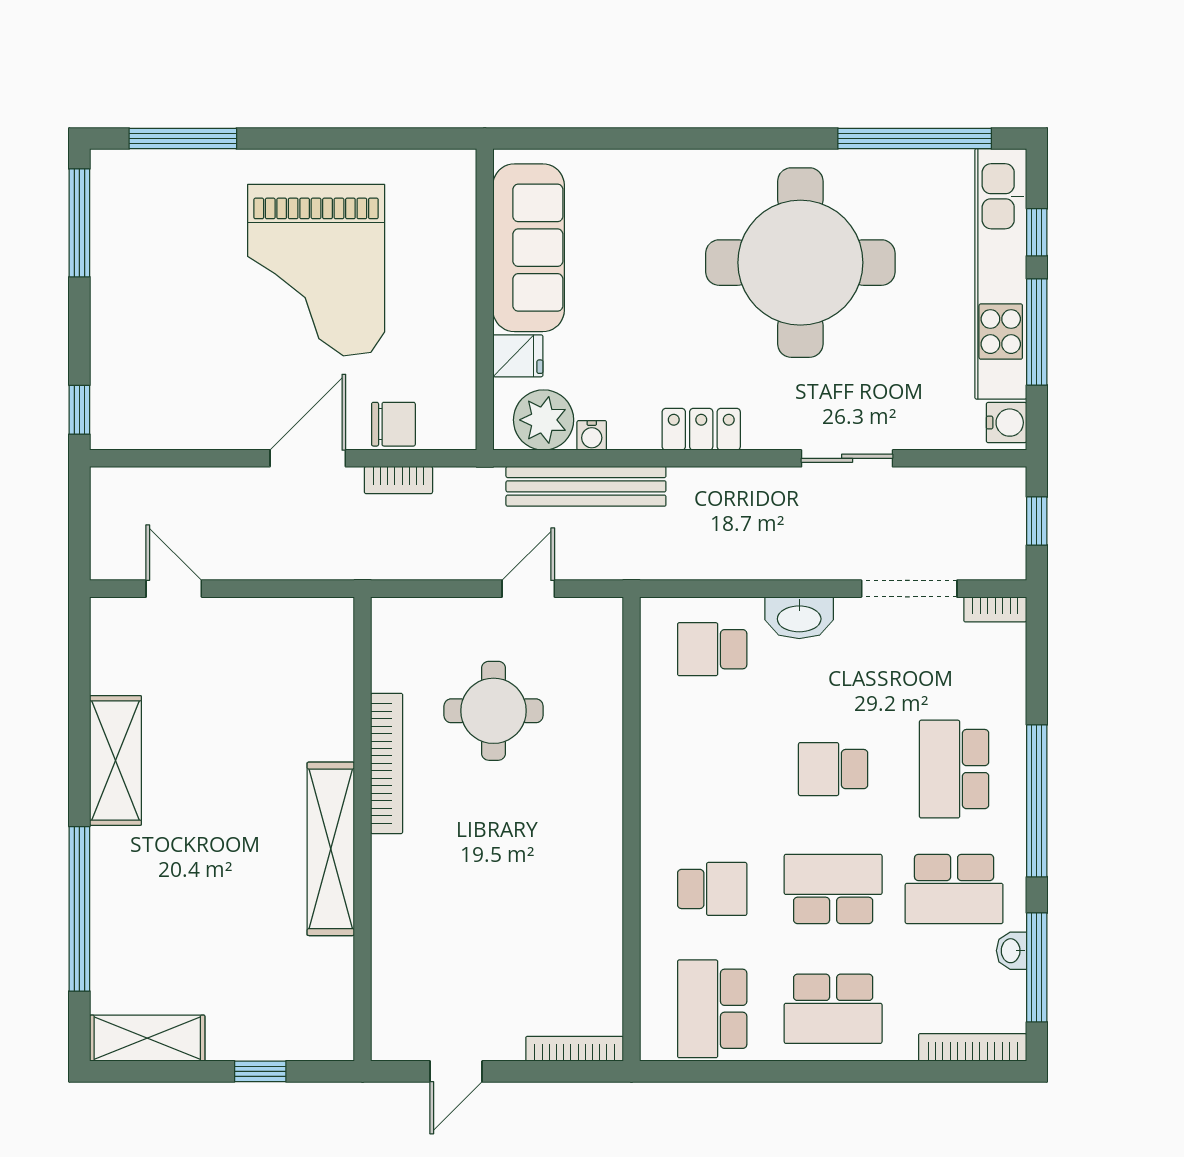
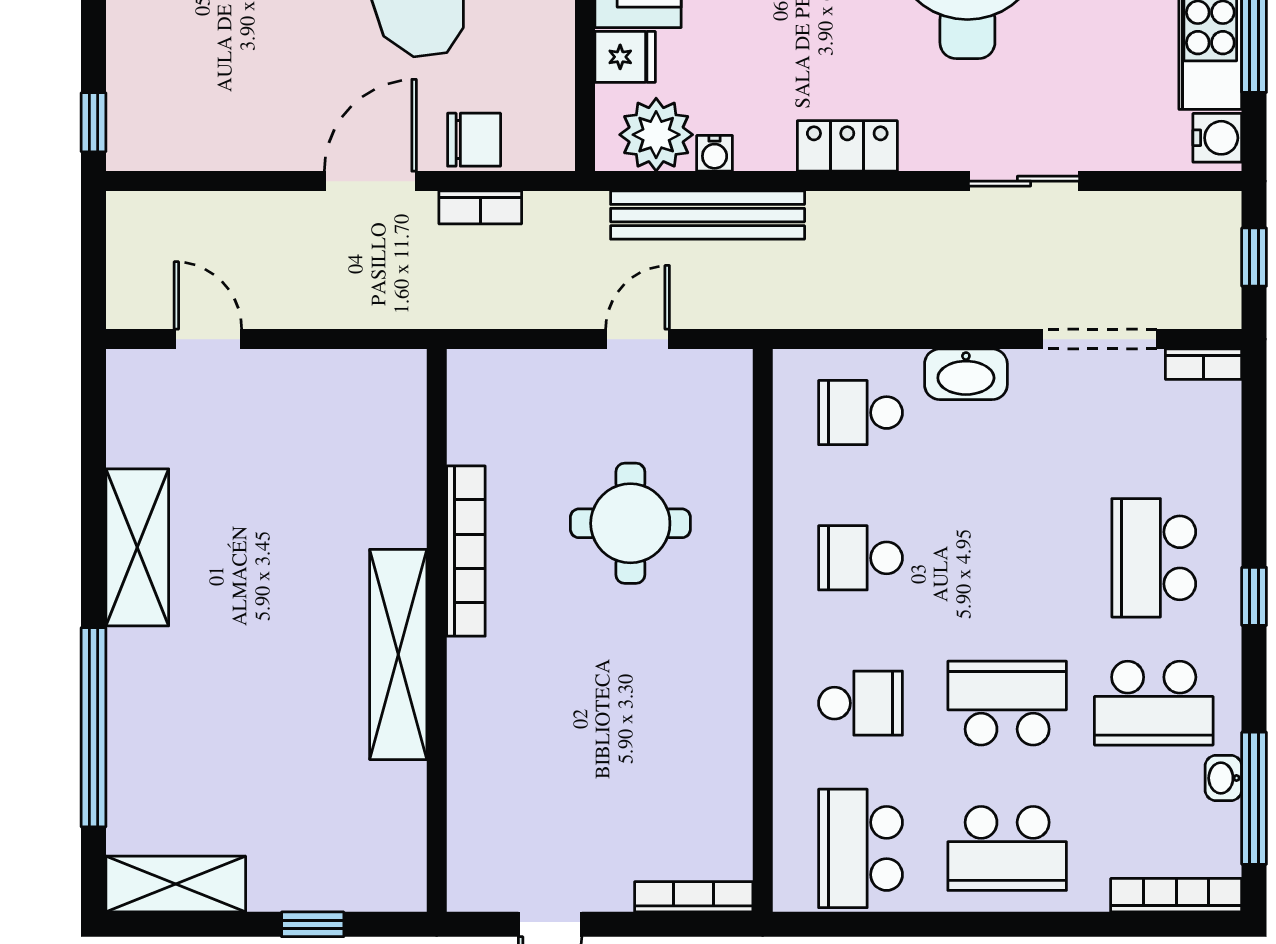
round table: (494, 711) -> (630, 523), moved
school desk: (833, 769) -> (860, 558), moved
window: (1037, 801) -> (1254, 596), width x0.32

